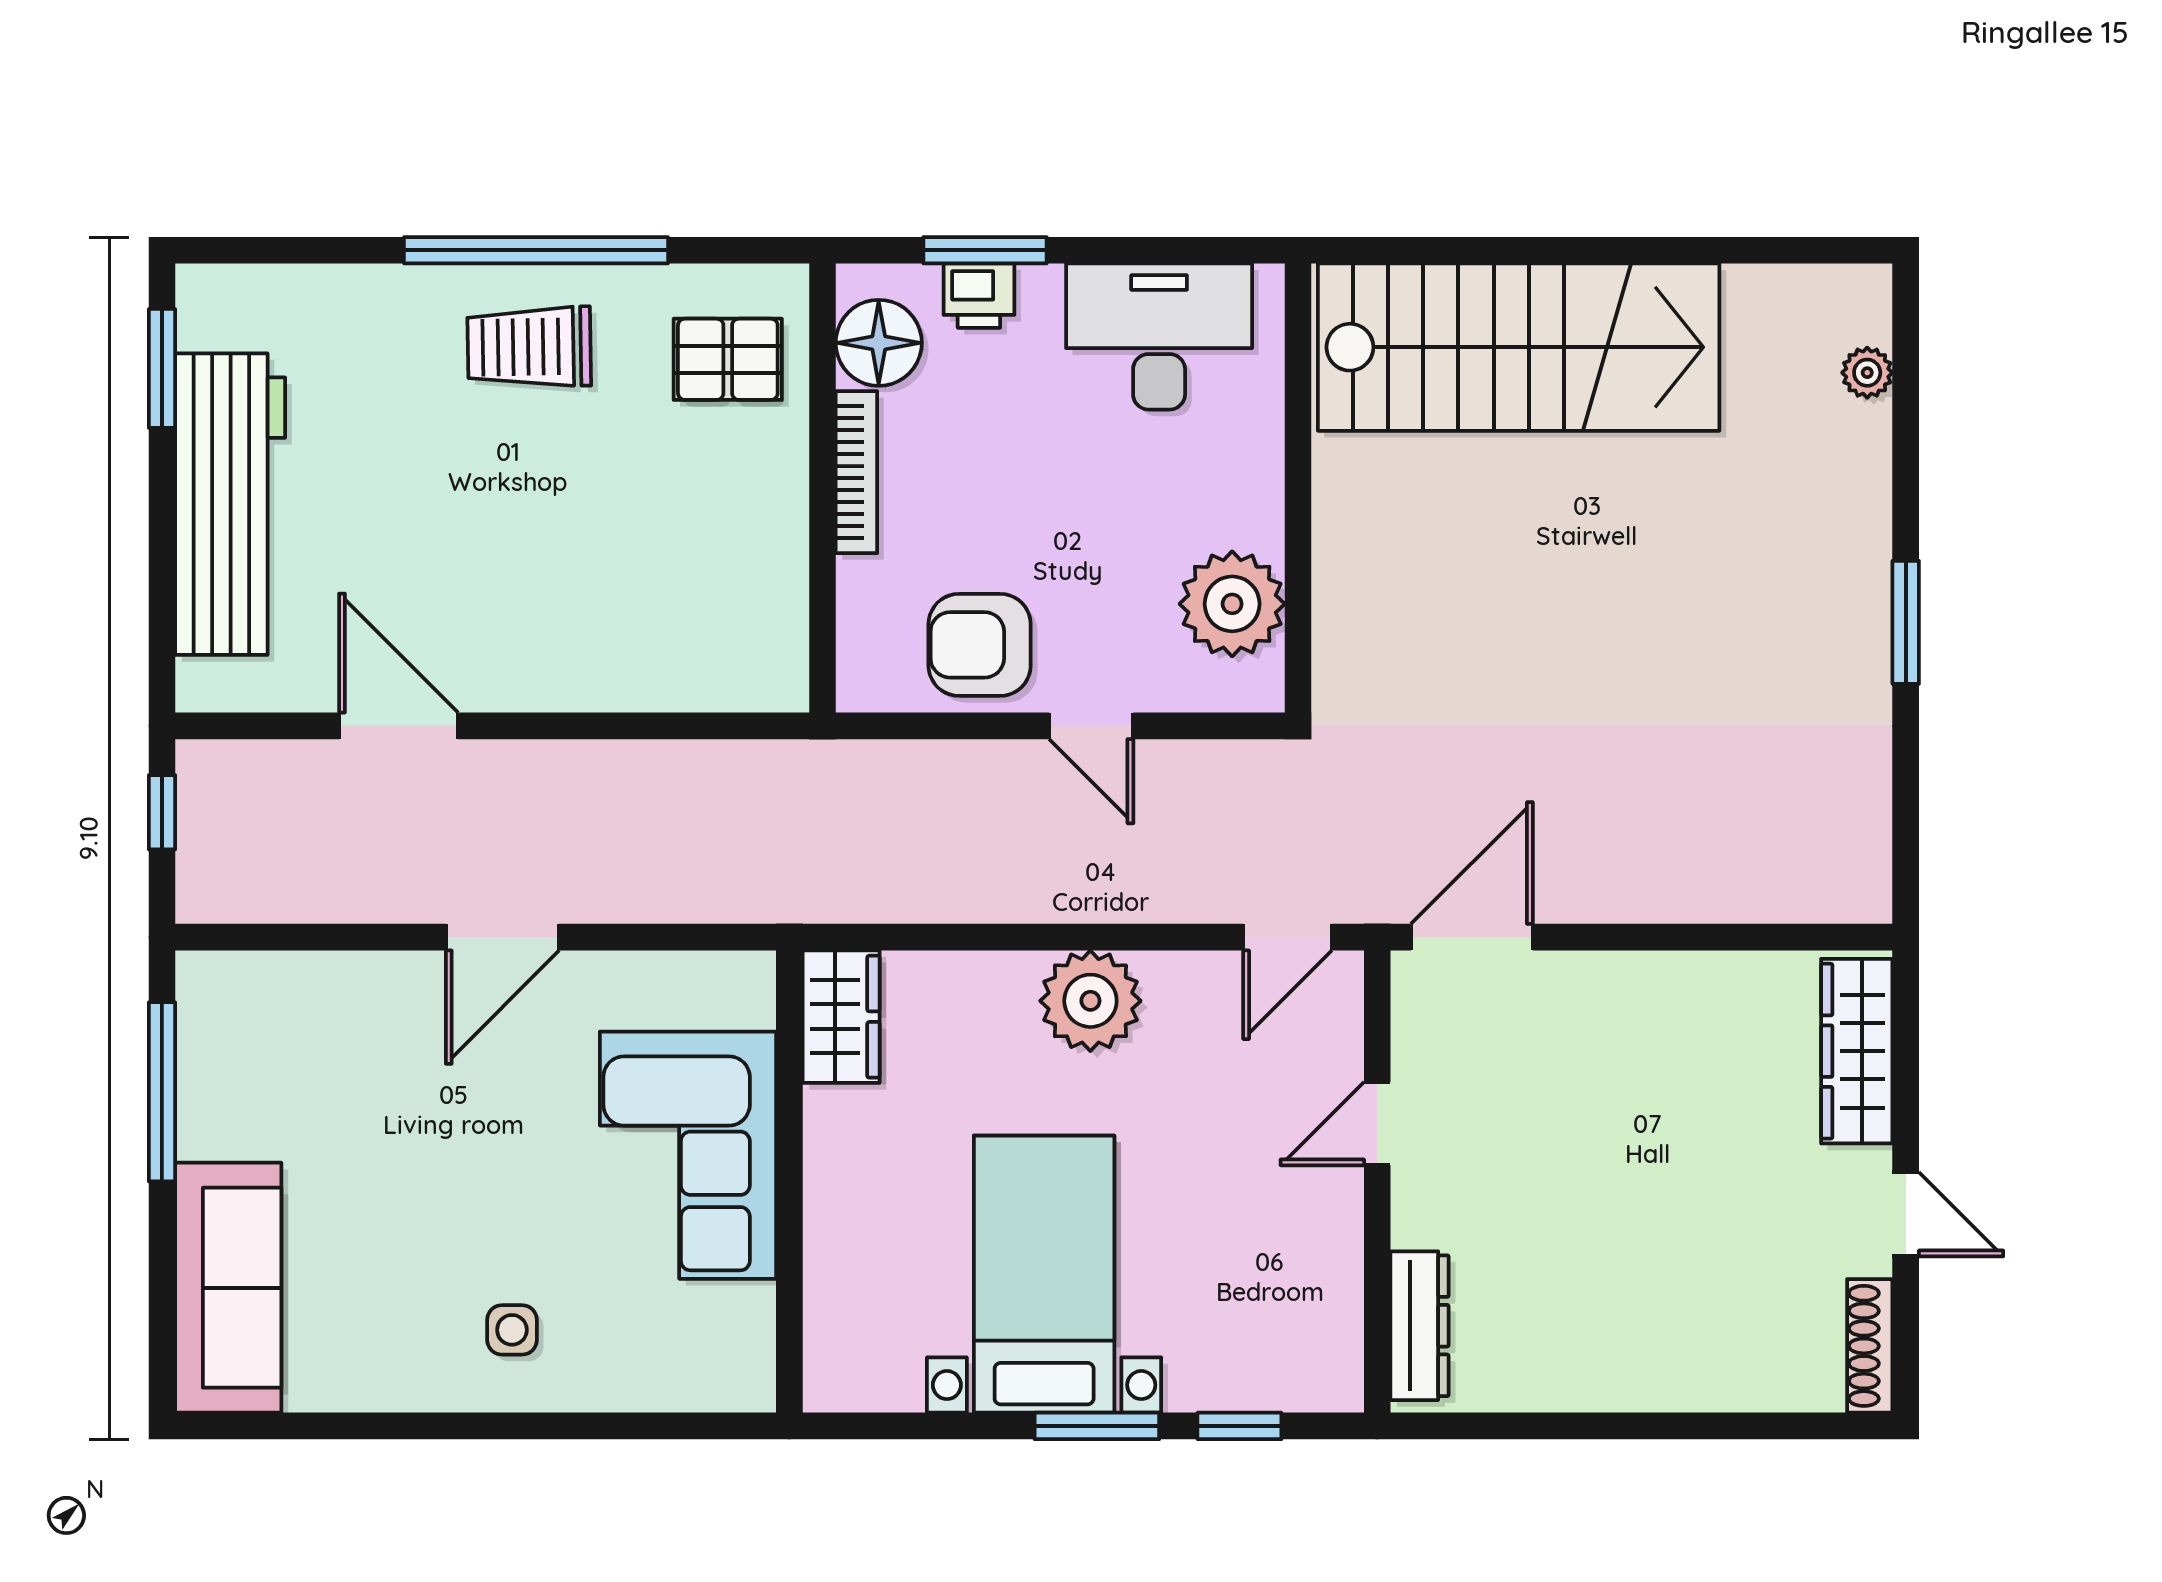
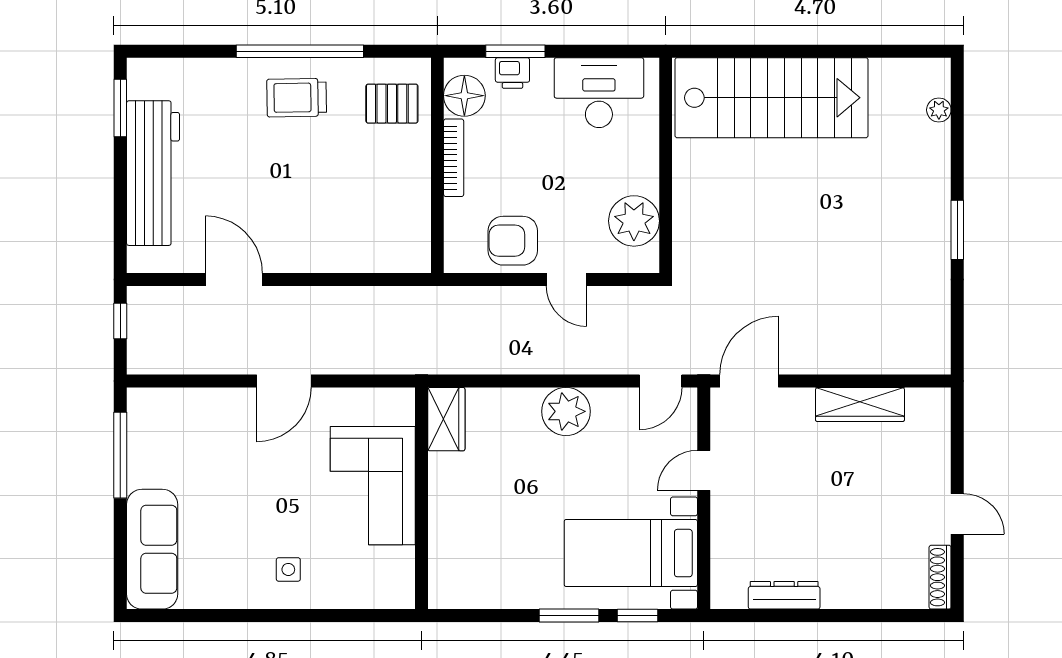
wardrobe: (1857, 1051) -> (860, 404), moved, turned -90
bed with nightstands: (1044, 1274) -> (631, 553), moved, turned -90
dresser: (1420, 1326) -> (784, 595), moved, turned -90

